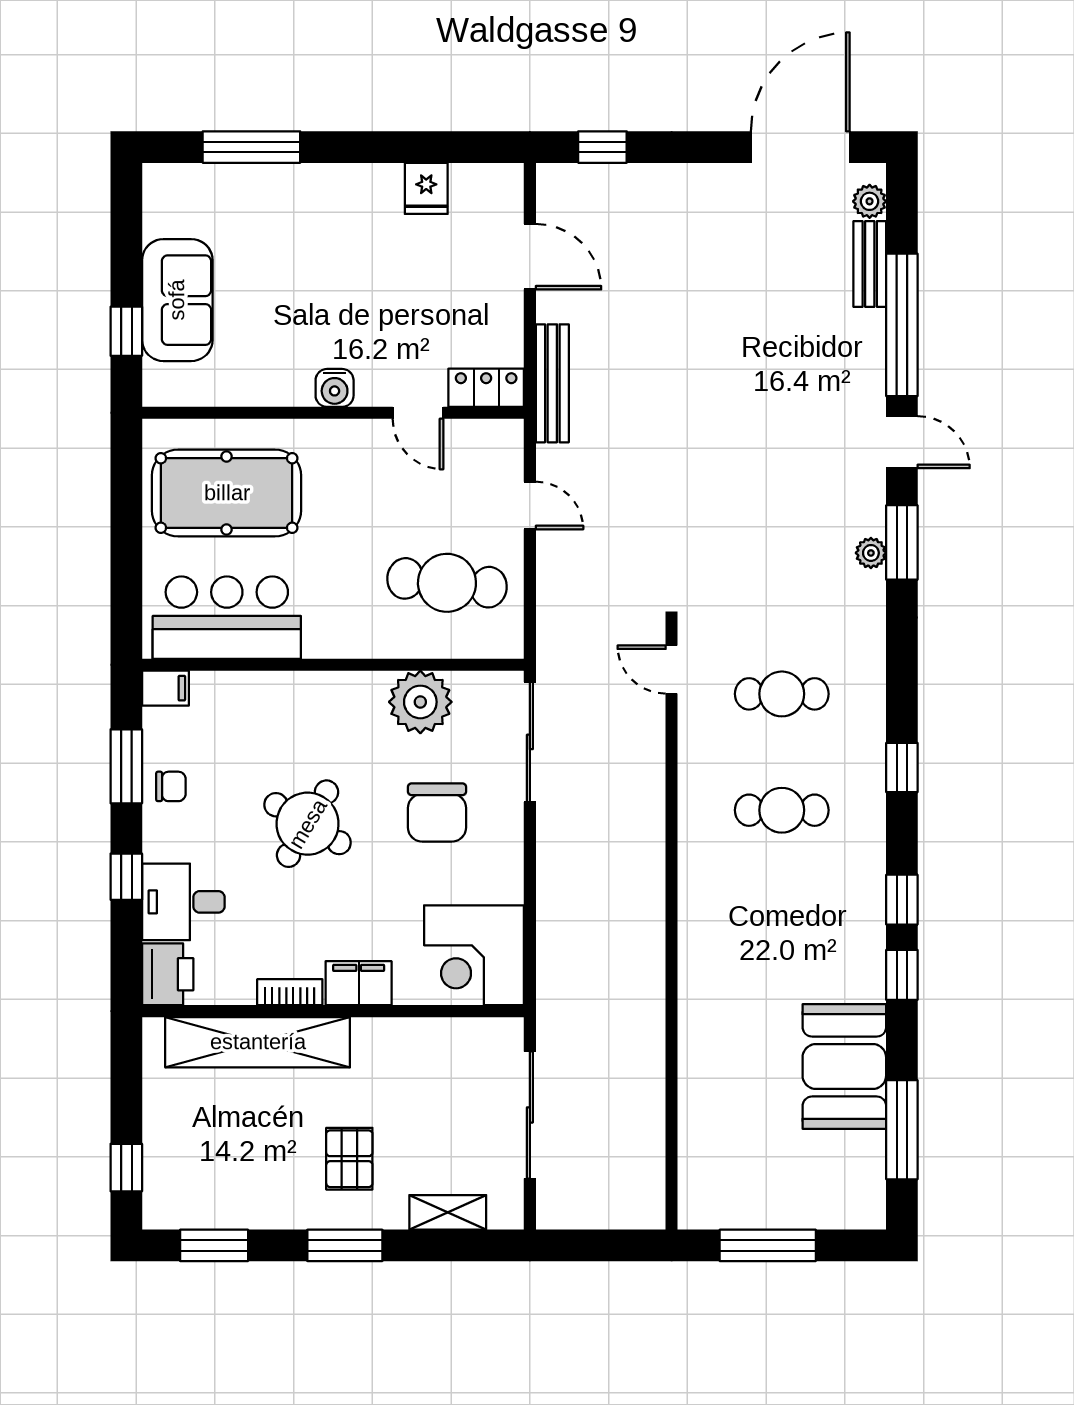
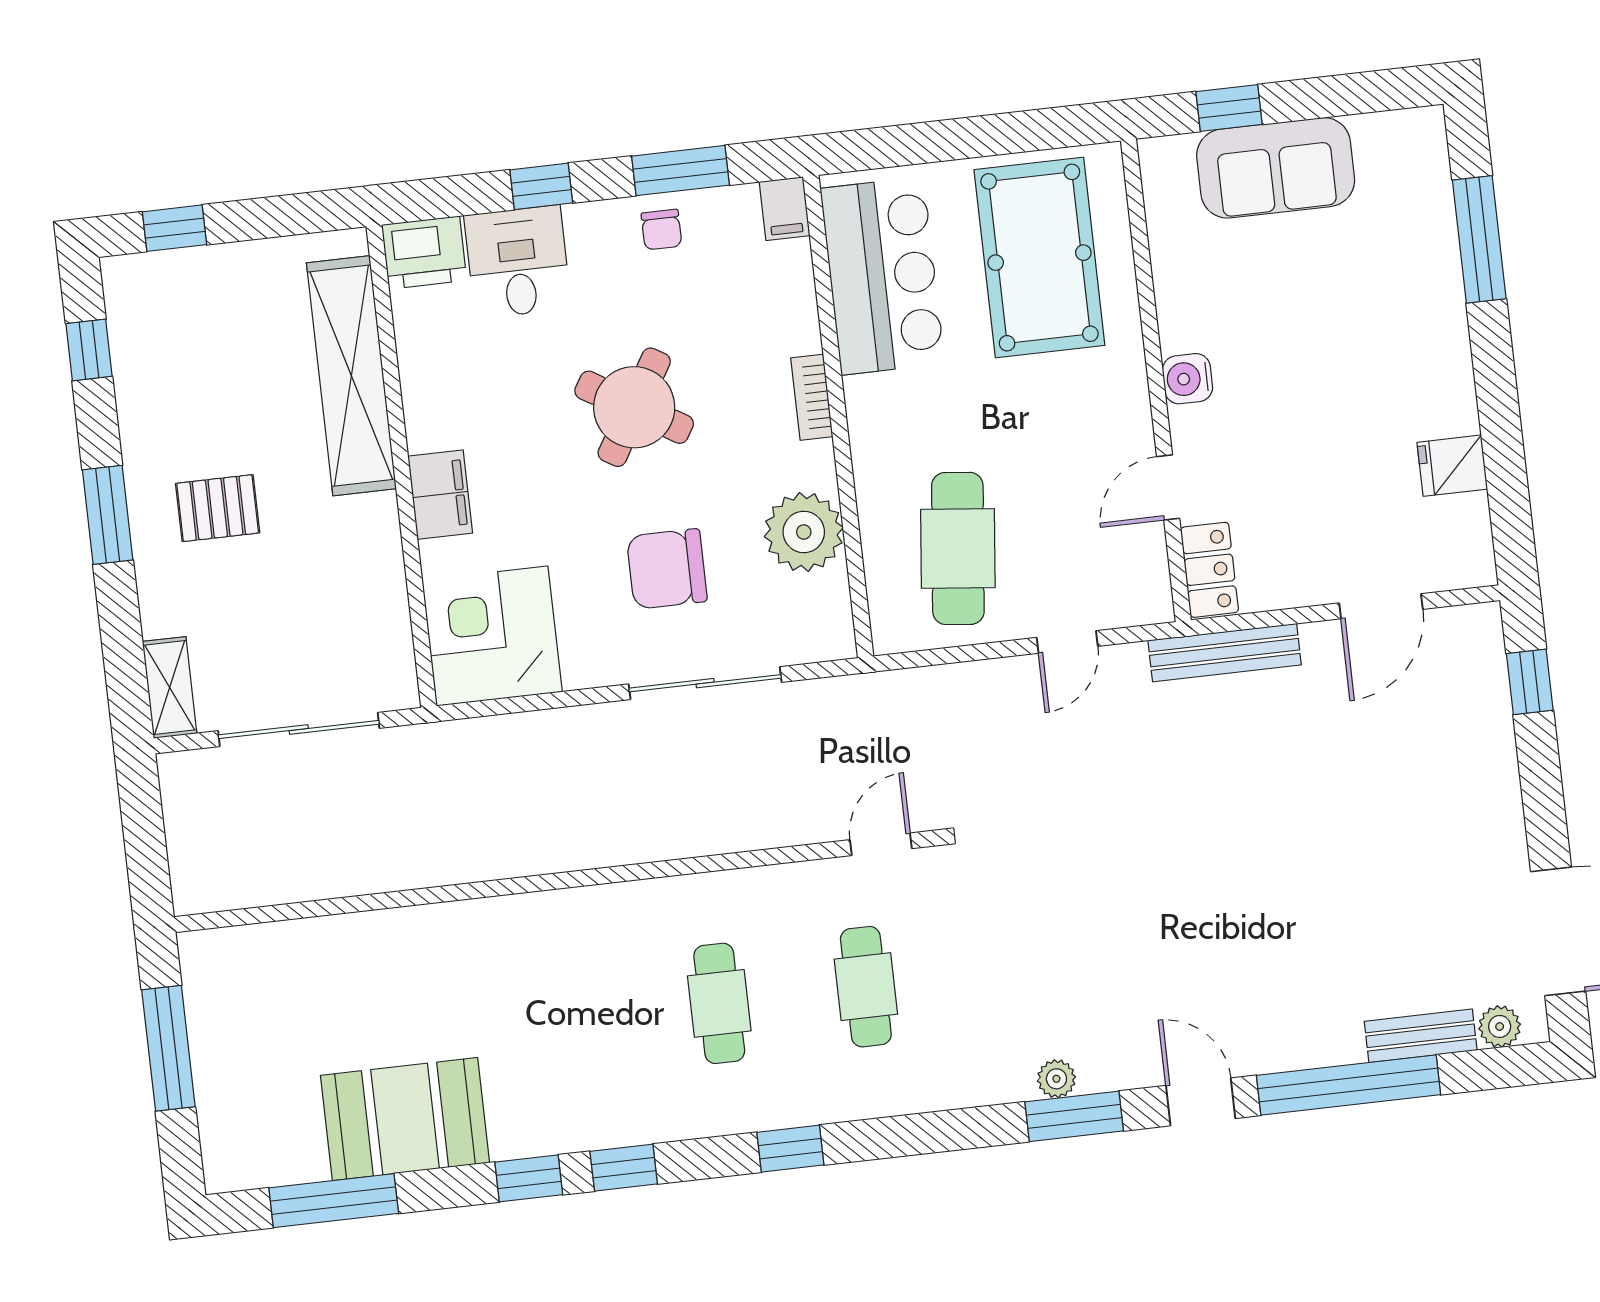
door: (902, 442) -> (1201, 1102), swing flipped
sliding door: (530, 742) -> (705, 683), moved
bookcase: (290, 992) -> (812, 397), moved, turned 180
shelving: (448, 1212) -> (170, 687), moved
window: (214, 1245) -> (89, 350), width x0.67

